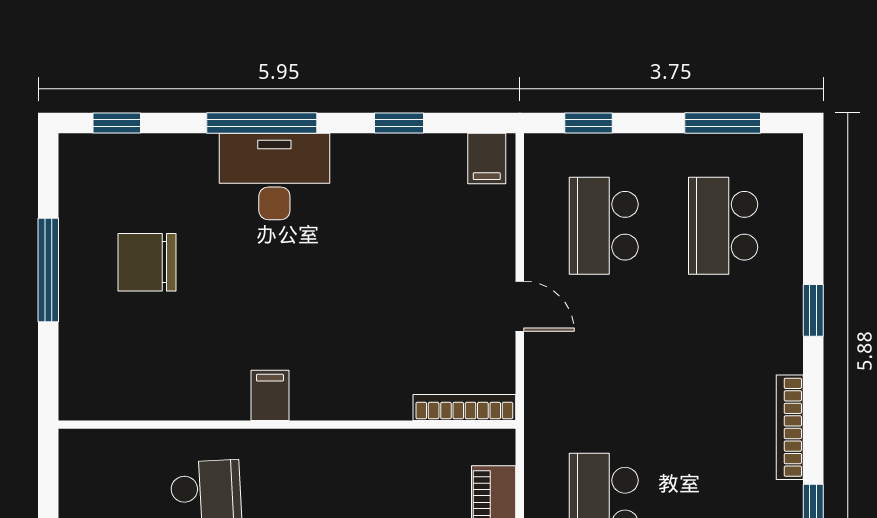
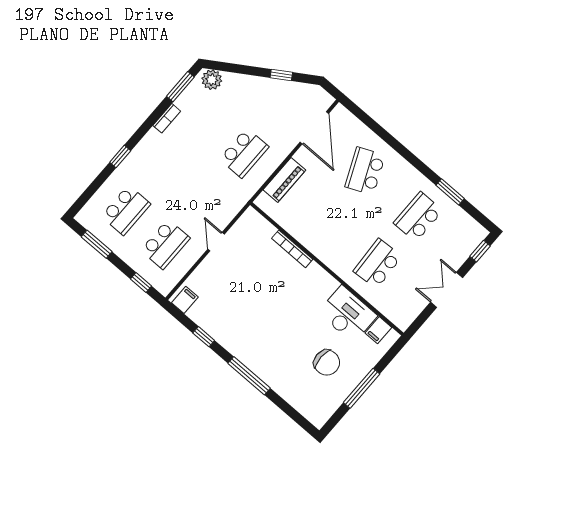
window: (117, 123) -> (297, 417), removed
desk: (274, 177) -> (348, 314), moved, turned 180
filing cabinet: (270, 395) -> (378, 330), moved
bookcase: (464, 407) -> (292, 249), moved
bookcase: (790, 427) -> (167, 118), width x0.64

